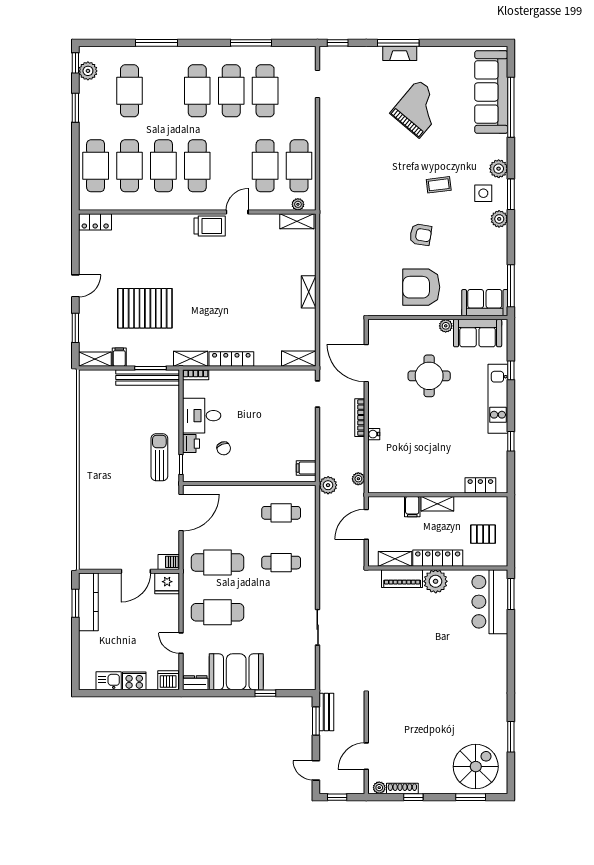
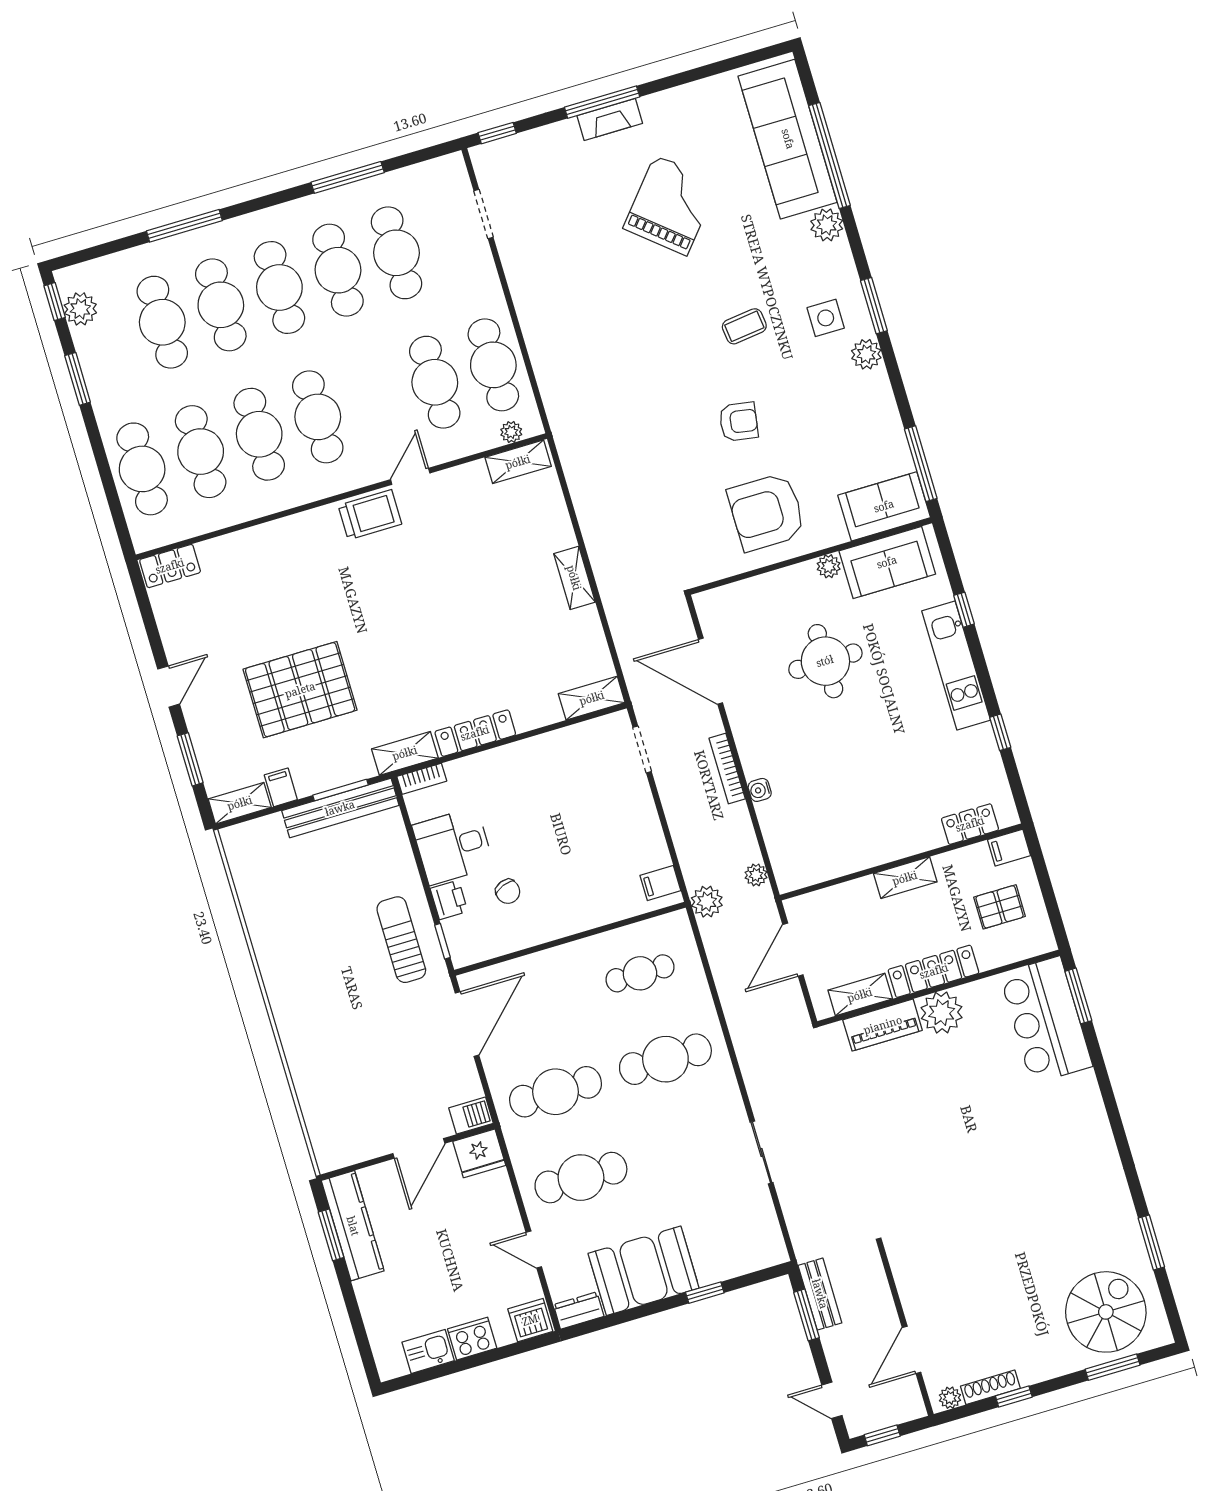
cafe table: (163, 91) -> (221, 305), added
plant: (499, 169) -> (827, 225), moved
filing cabinet: (412, 507) -> (1009, 848), moved, turned 90
cafe table: (281, 563) -> (665, 1059), width x1.37, depth x1.35

